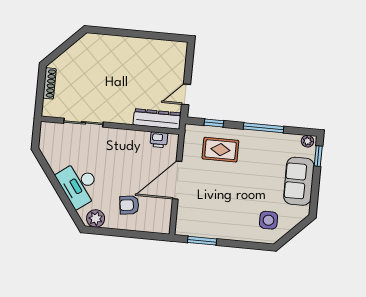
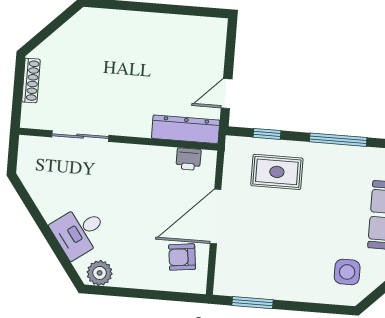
desk: (79, 184) -> (79, 231), width x0.73
armchair: (129, 205) -> (182, 257), moved

